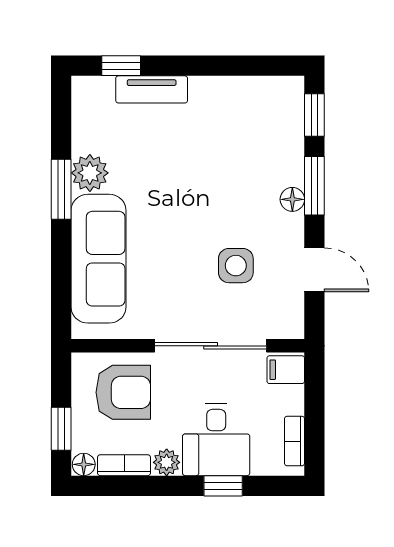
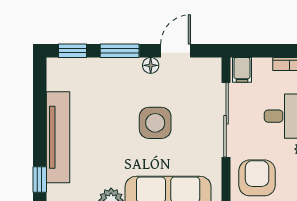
tv unit: (152, 89) -> (58, 137), width x1.92, depth x1.29
floor lamp: (292, 199) -> (151, 65), moved
side table: (236, 266) -> (155, 123), moved, width x1.37, depth x1.37

